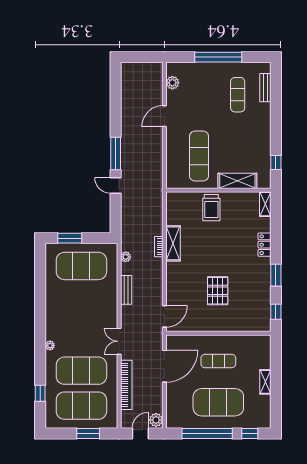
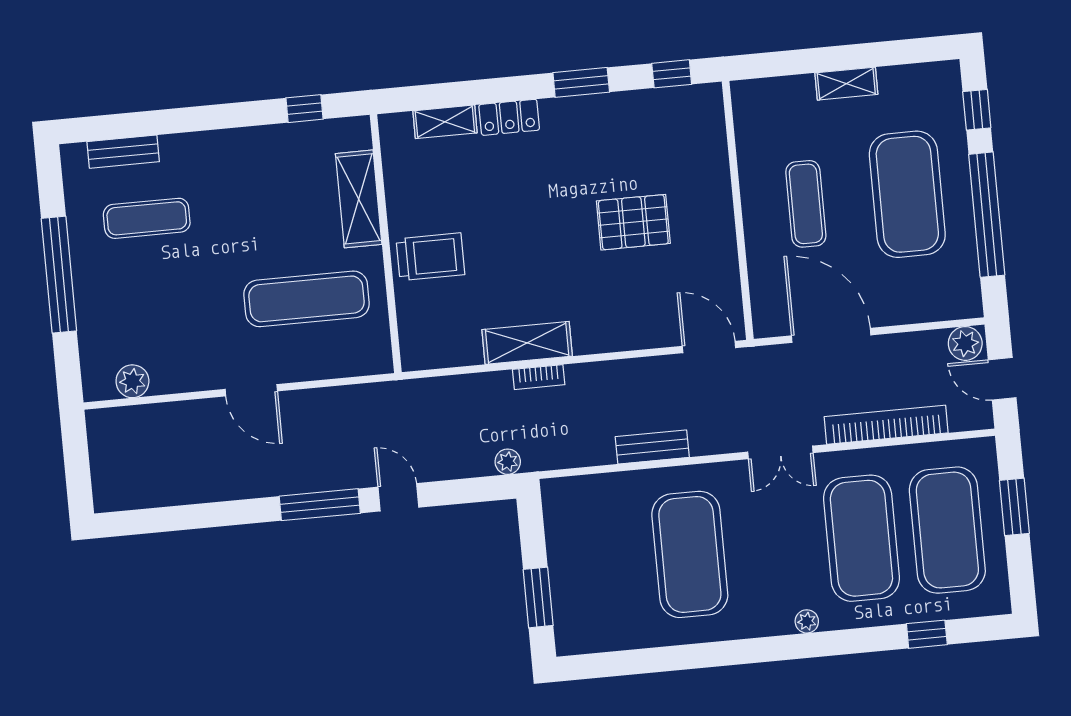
door: (164, 116) -> (251, 390), moved
door: (116, 185) -> (398, 497), swing flipped
shelving: (265, 204) -> (445, 122), moved
plant: (126, 257) -> (508, 462), moved
exercise mat: (81, 266) -> (690, 554), moved

